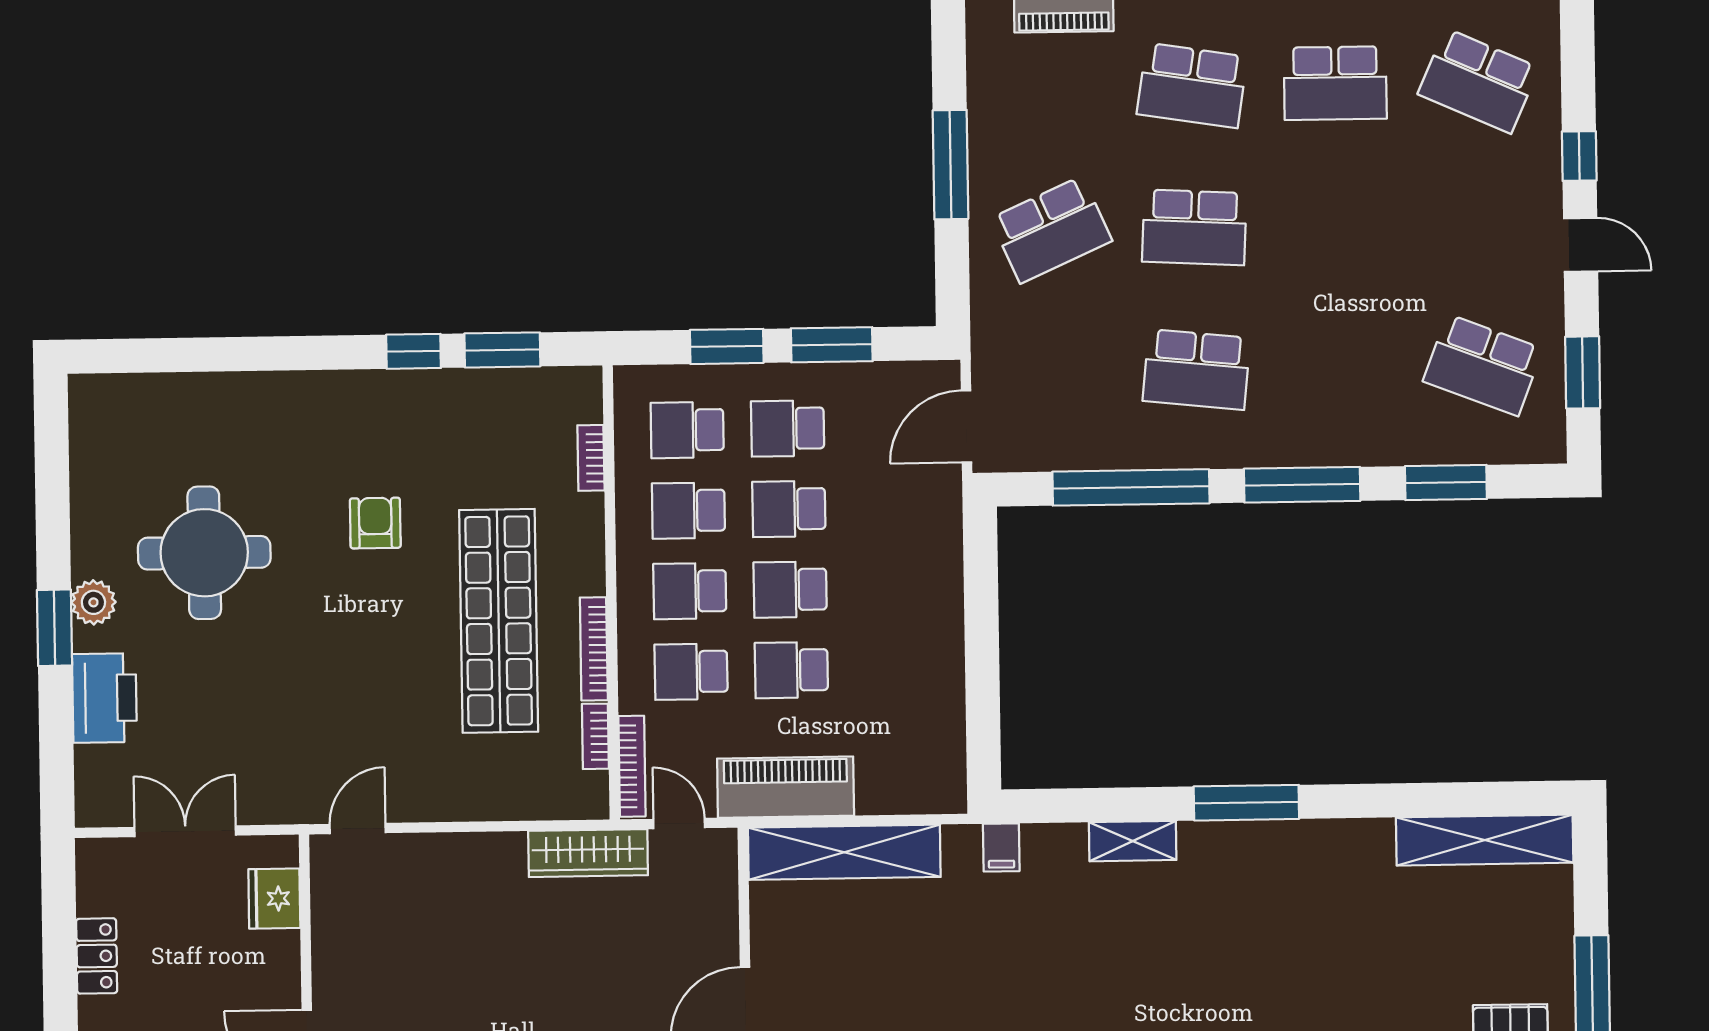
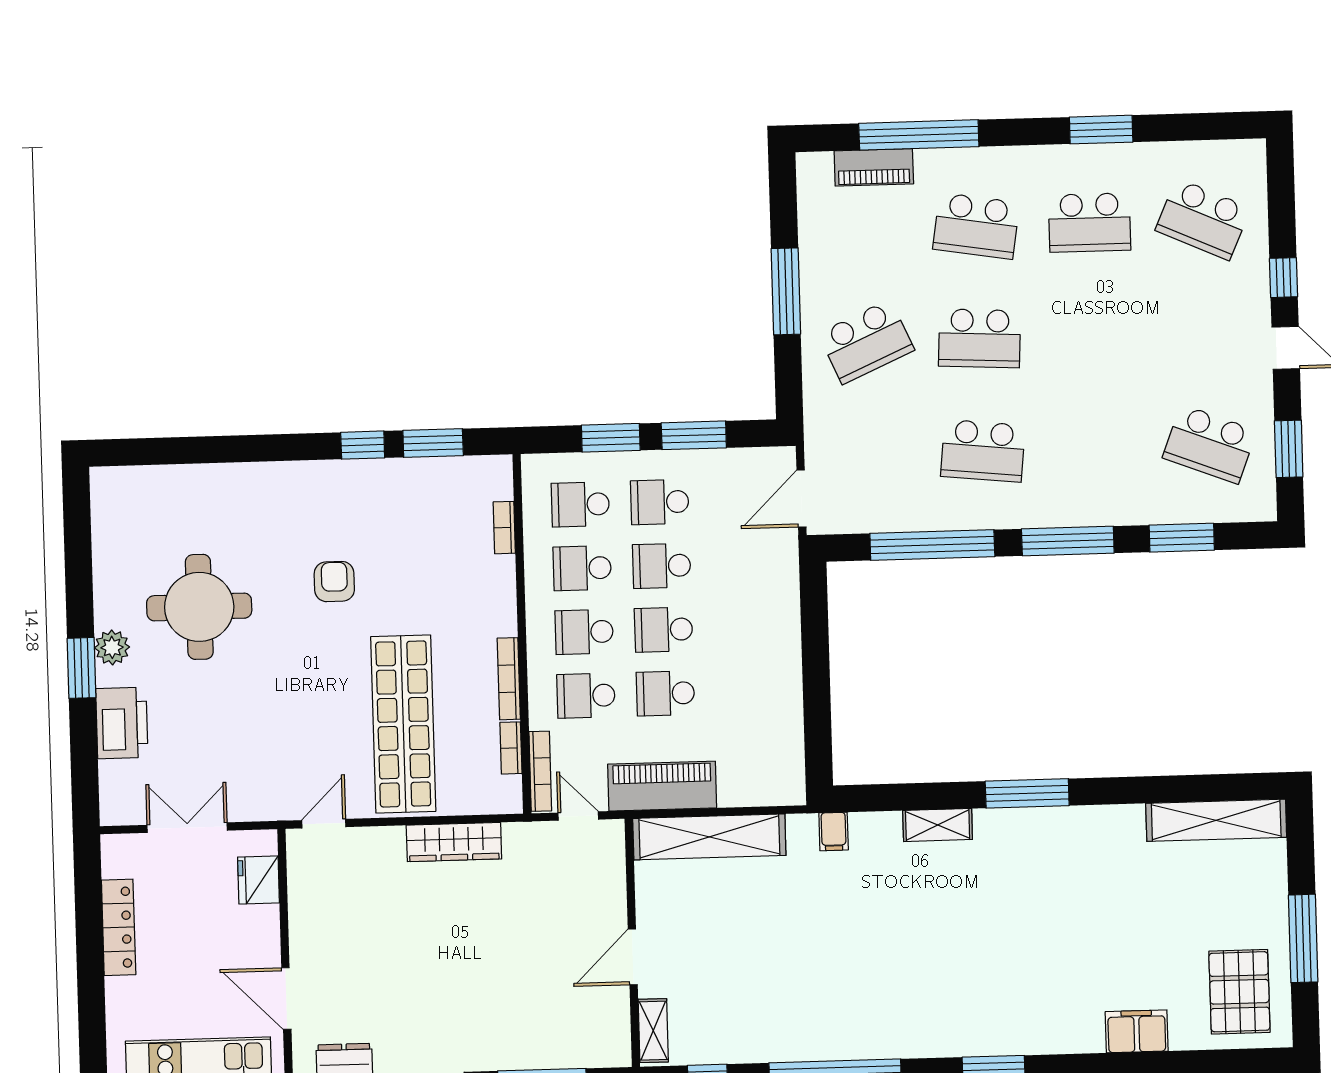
shop shelf: (499, 621) -> (403, 724), moved
wardrobe: (588, 853) -> (454, 842), moved
locker: (97, 956) -> (119, 927), width x1.53

